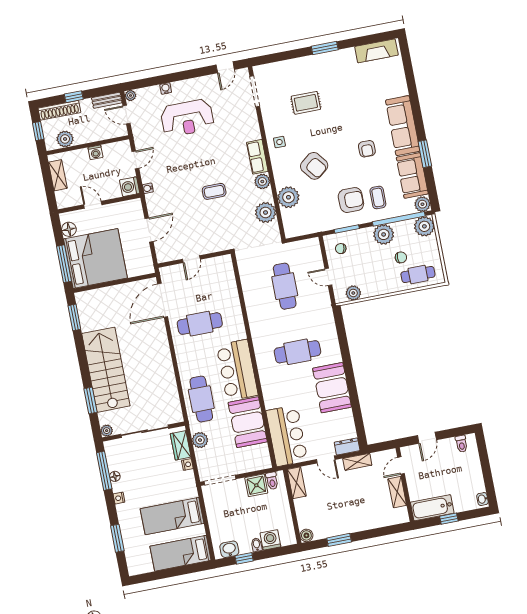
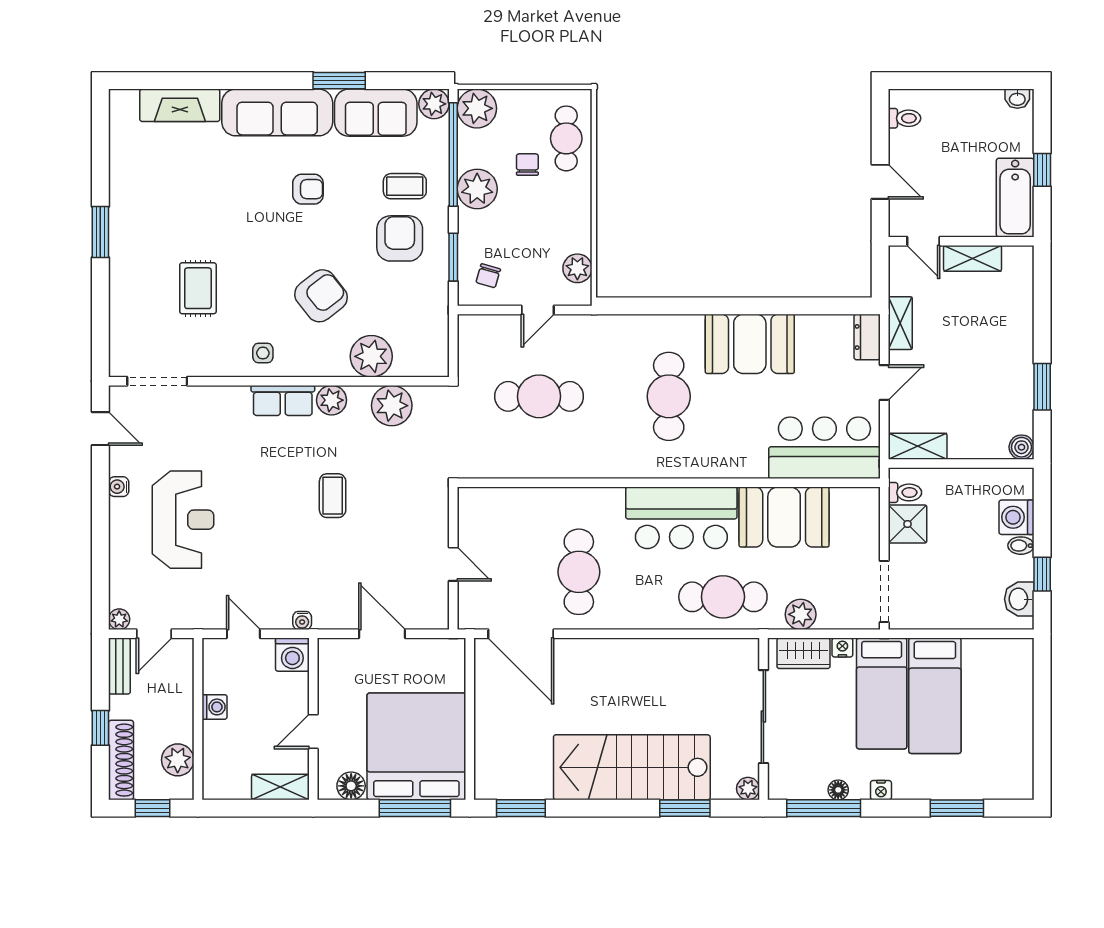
fireplace: (376, 51) -> (180, 105), moved, turned 90
water cooler: (166, 88) -> (119, 487), moved
shelving: (58, 175) -> (280, 787), moved
bed: (180, 553) -> (882, 693), moved

